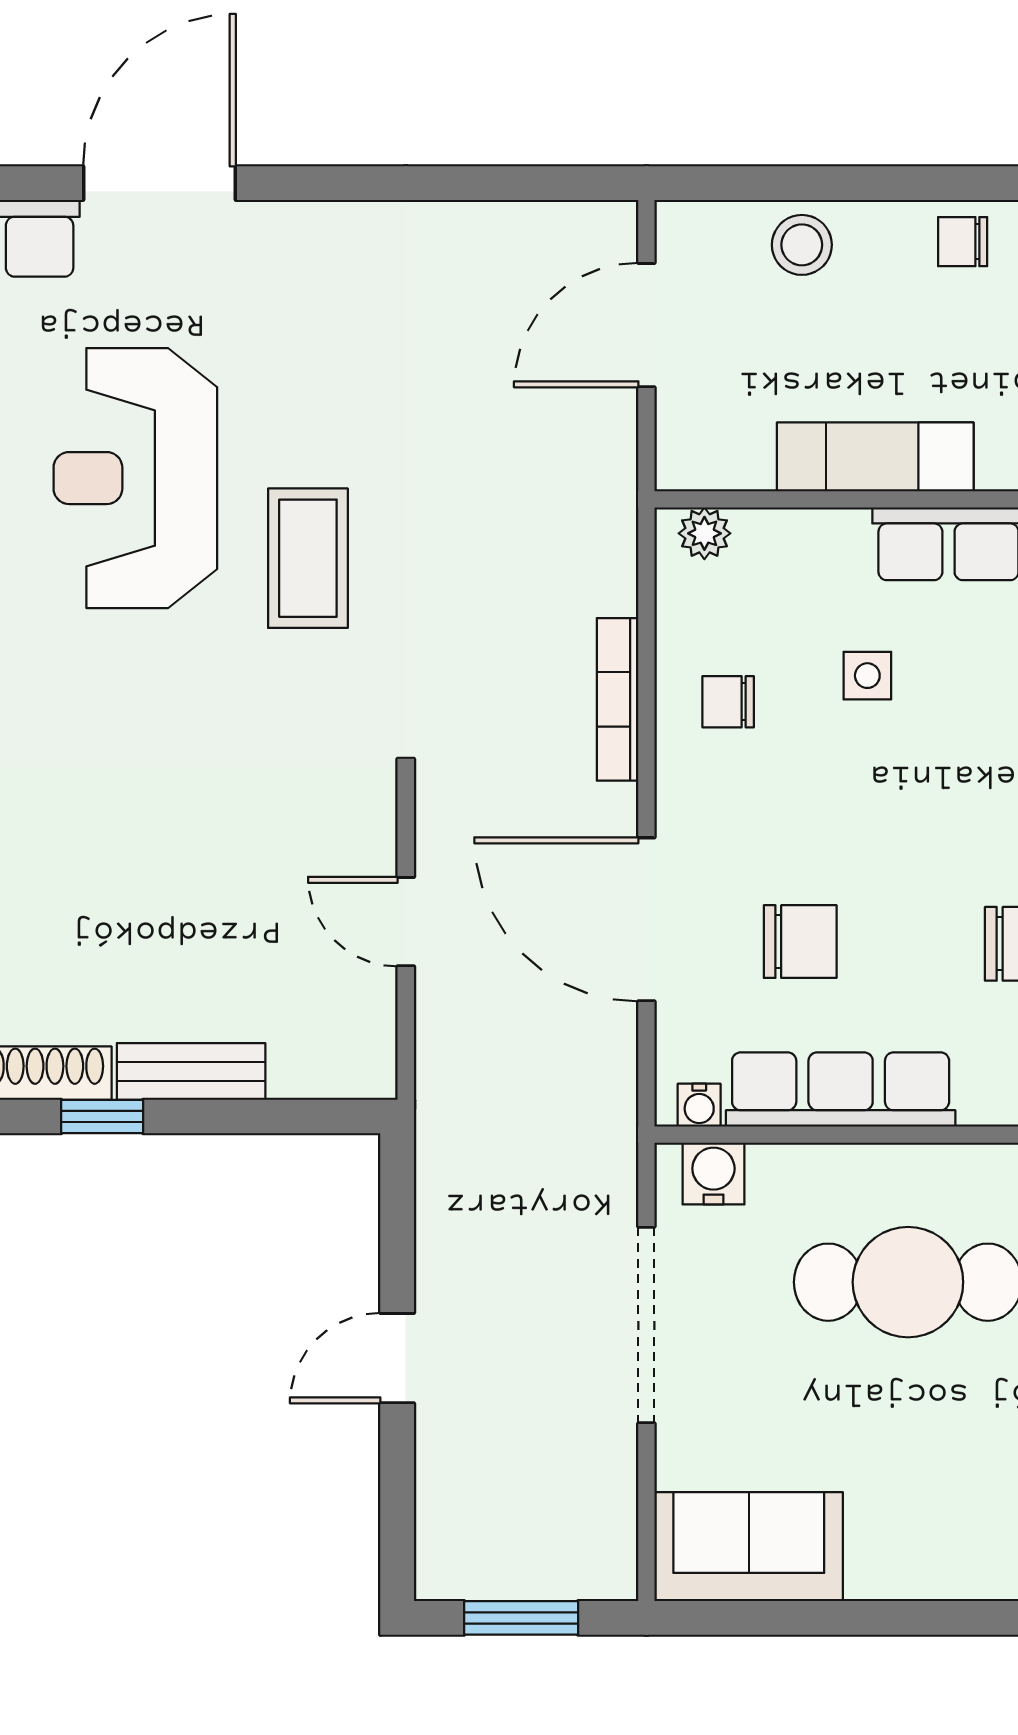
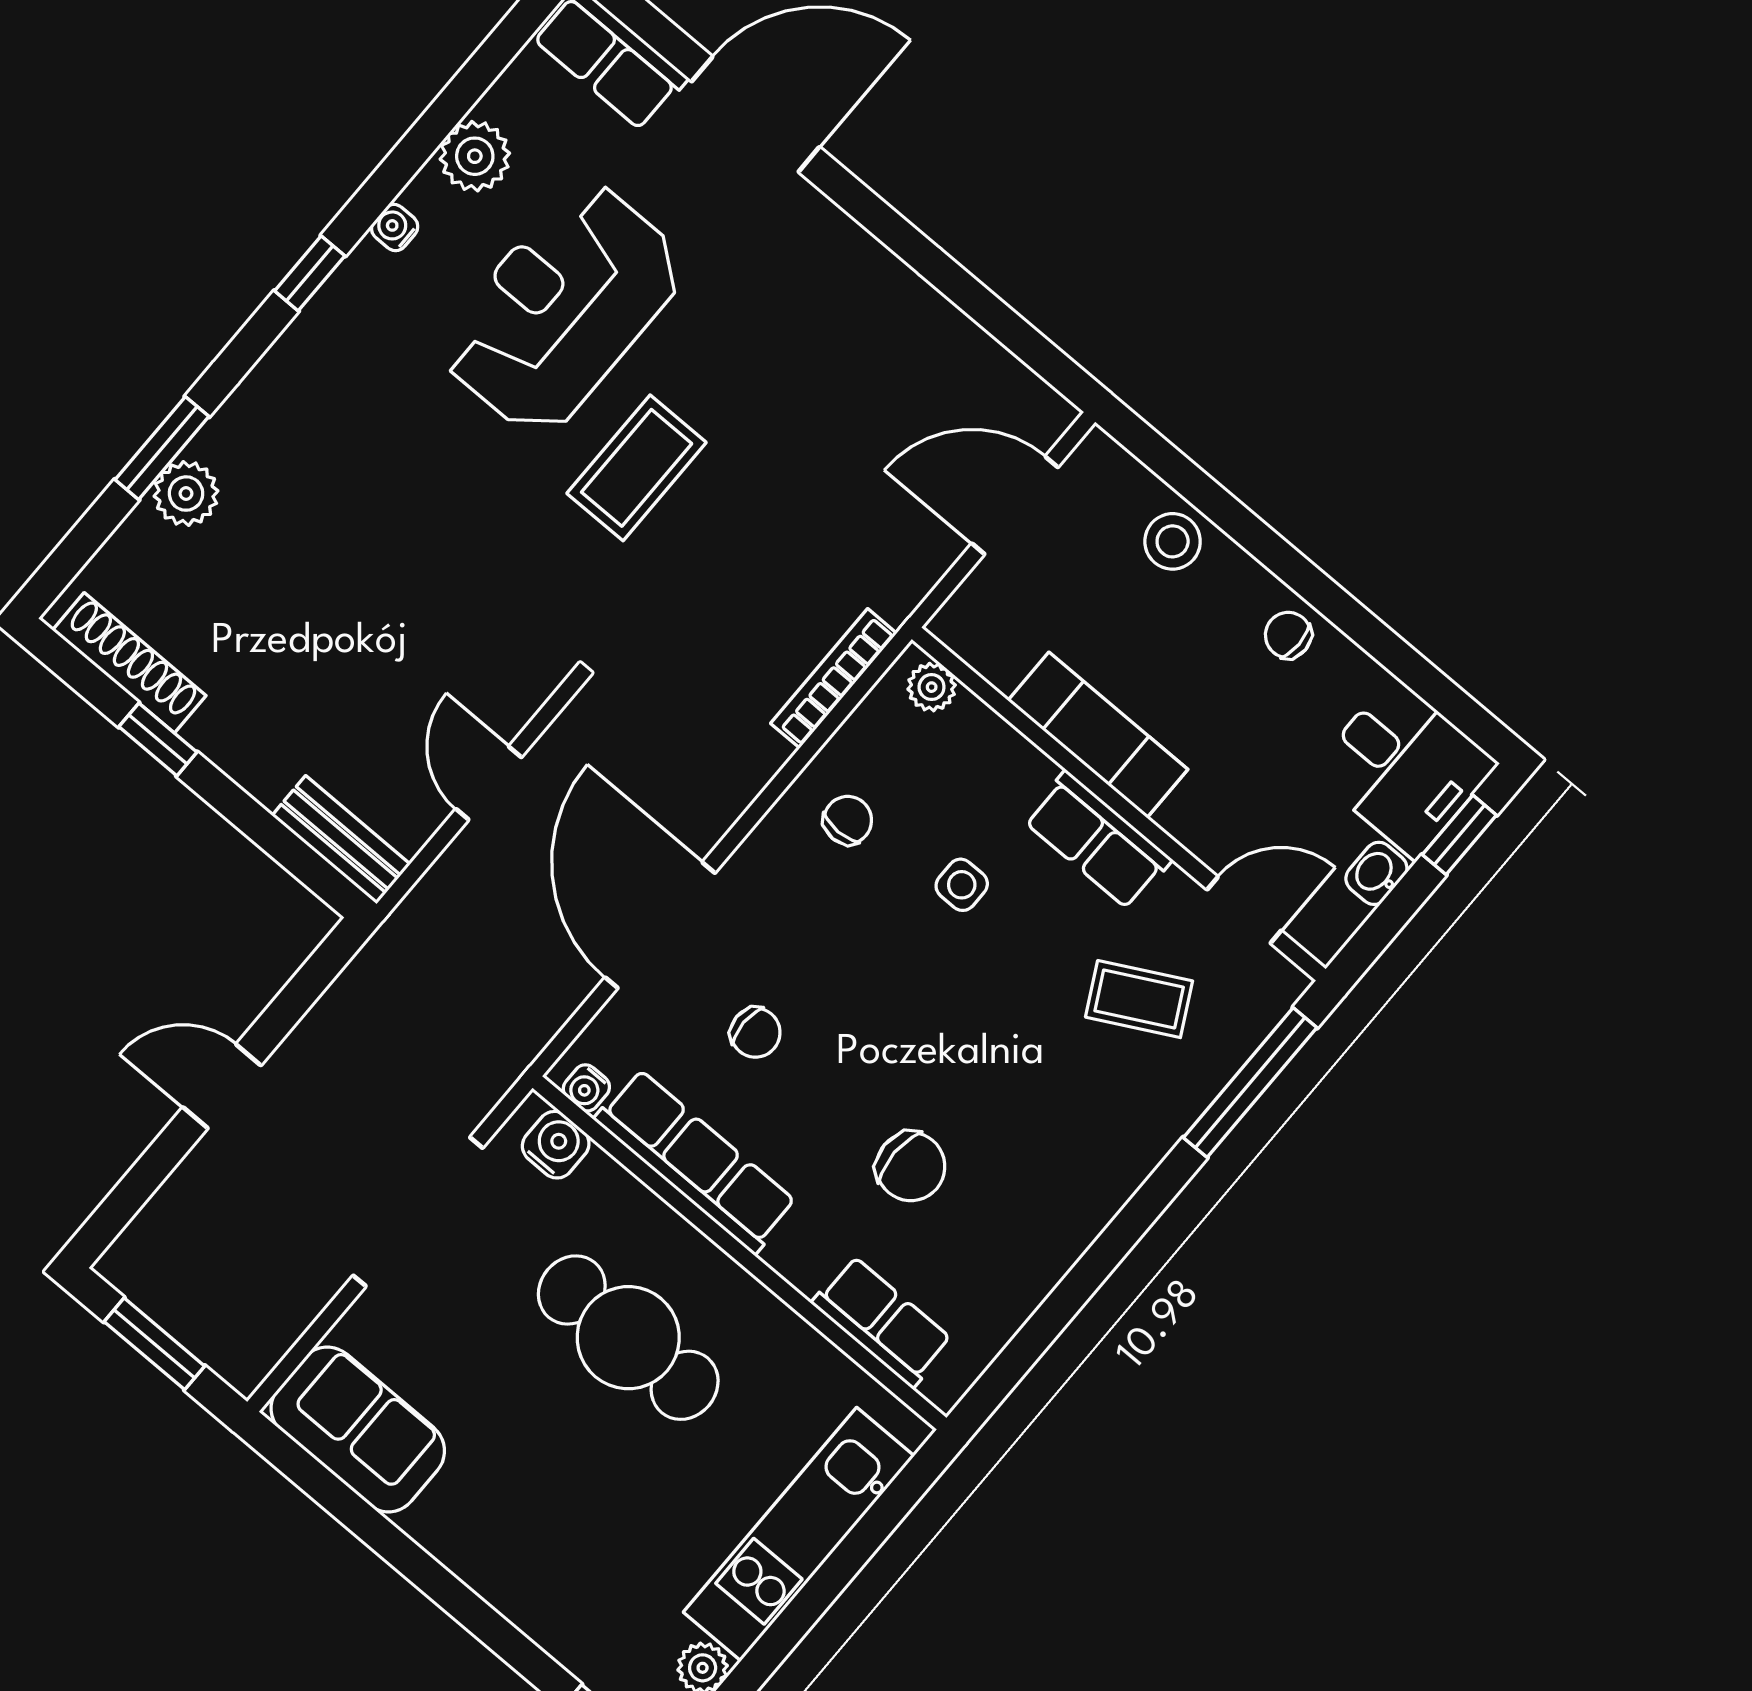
bookcase: (618, 699) -> (834, 678), moved
chair: (728, 702) -> (848, 820), turned 90
chair: (800, 942) -> (755, 1033), width x0.73, depth x0.73
bench: (191, 1071) -> (341, 840), moved

